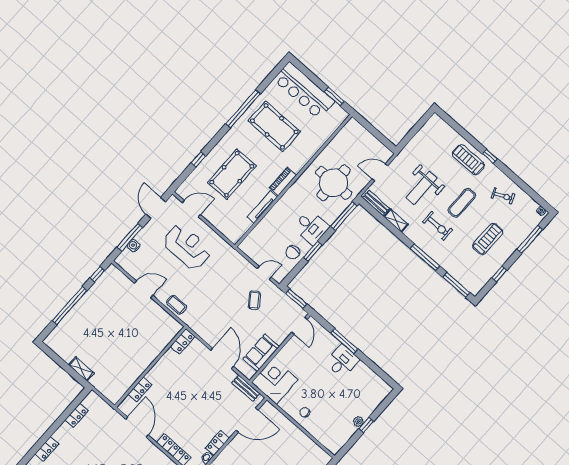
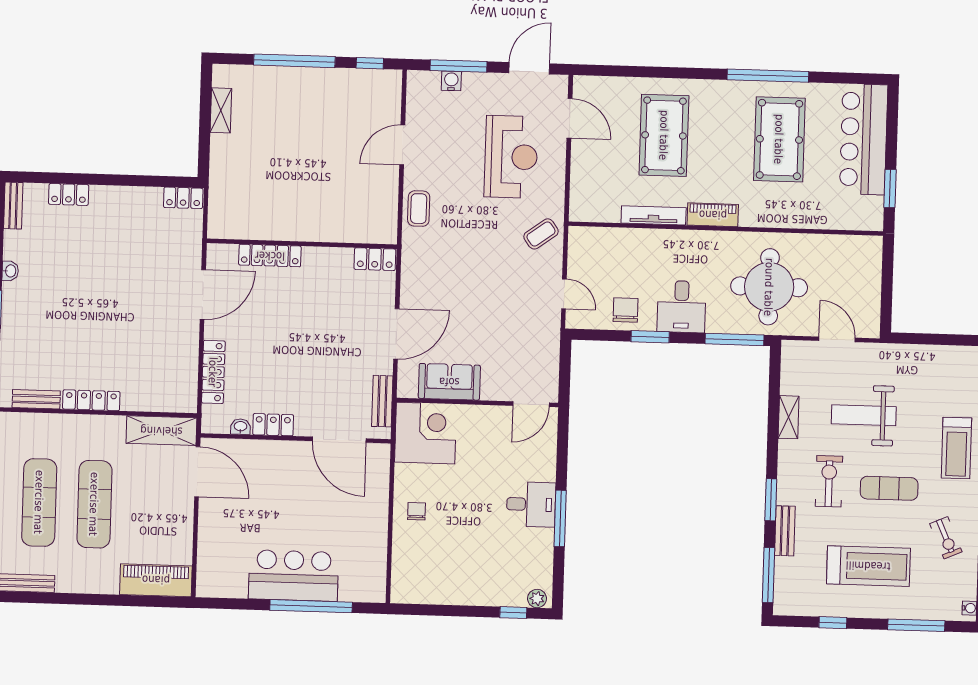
window: (198, 159) -> (646, 72), removed
treadmill: (468, 160) -> (956, 448), turned 180
pool table: (232, 174) -> (664, 135), turned 90
bench: (376, 203) -> (785, 531), moved
exercise bike: (438, 226) -> (829, 481), turned 180
treadmill: (488, 239) -> (868, 566), width x1.37, depth x1.38
chair: (293, 252) -> (626, 310), turned 90
window: (425, 257) -> (771, 500), width x0.69
door: (144, 289) -> (402, 145), swing flipped
window: (296, 299) -> (565, 368), removed
coffee table: (254, 300) -> (541, 234), moved
window: (344, 341) -> (560, 518), moved
shelving: (81, 369) -> (221, 110), moved
locker: (140, 389) -> (270, 256), width x1.53
locker: (77, 415) -> (183, 198), moved
plant: (358, 422) -> (537, 599), moved
window: (366, 425) -> (513, 613), moved

